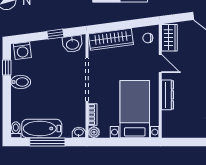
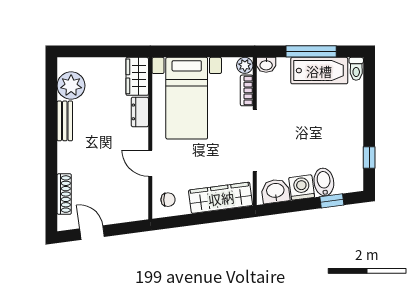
window: (55, 34) -> (332, 201), moved
wardrobe: (169, 38) -> (137, 76), moved
washing machine: (22, 51) -> (302, 187), moved
bidet: (21, 82) -> (324, 182), moved, turned 82
dresser: (168, 95) -> (140, 112), width x0.70

